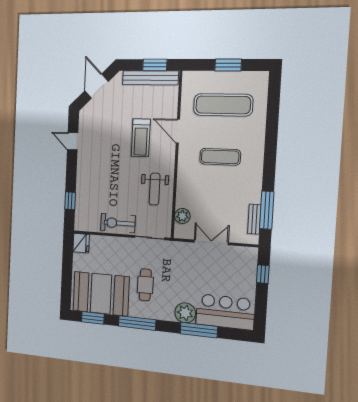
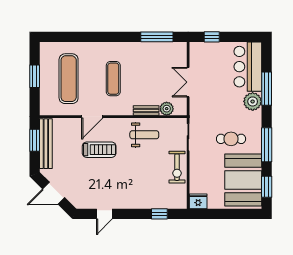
bench: (254, 219) -> (146, 111), moved

